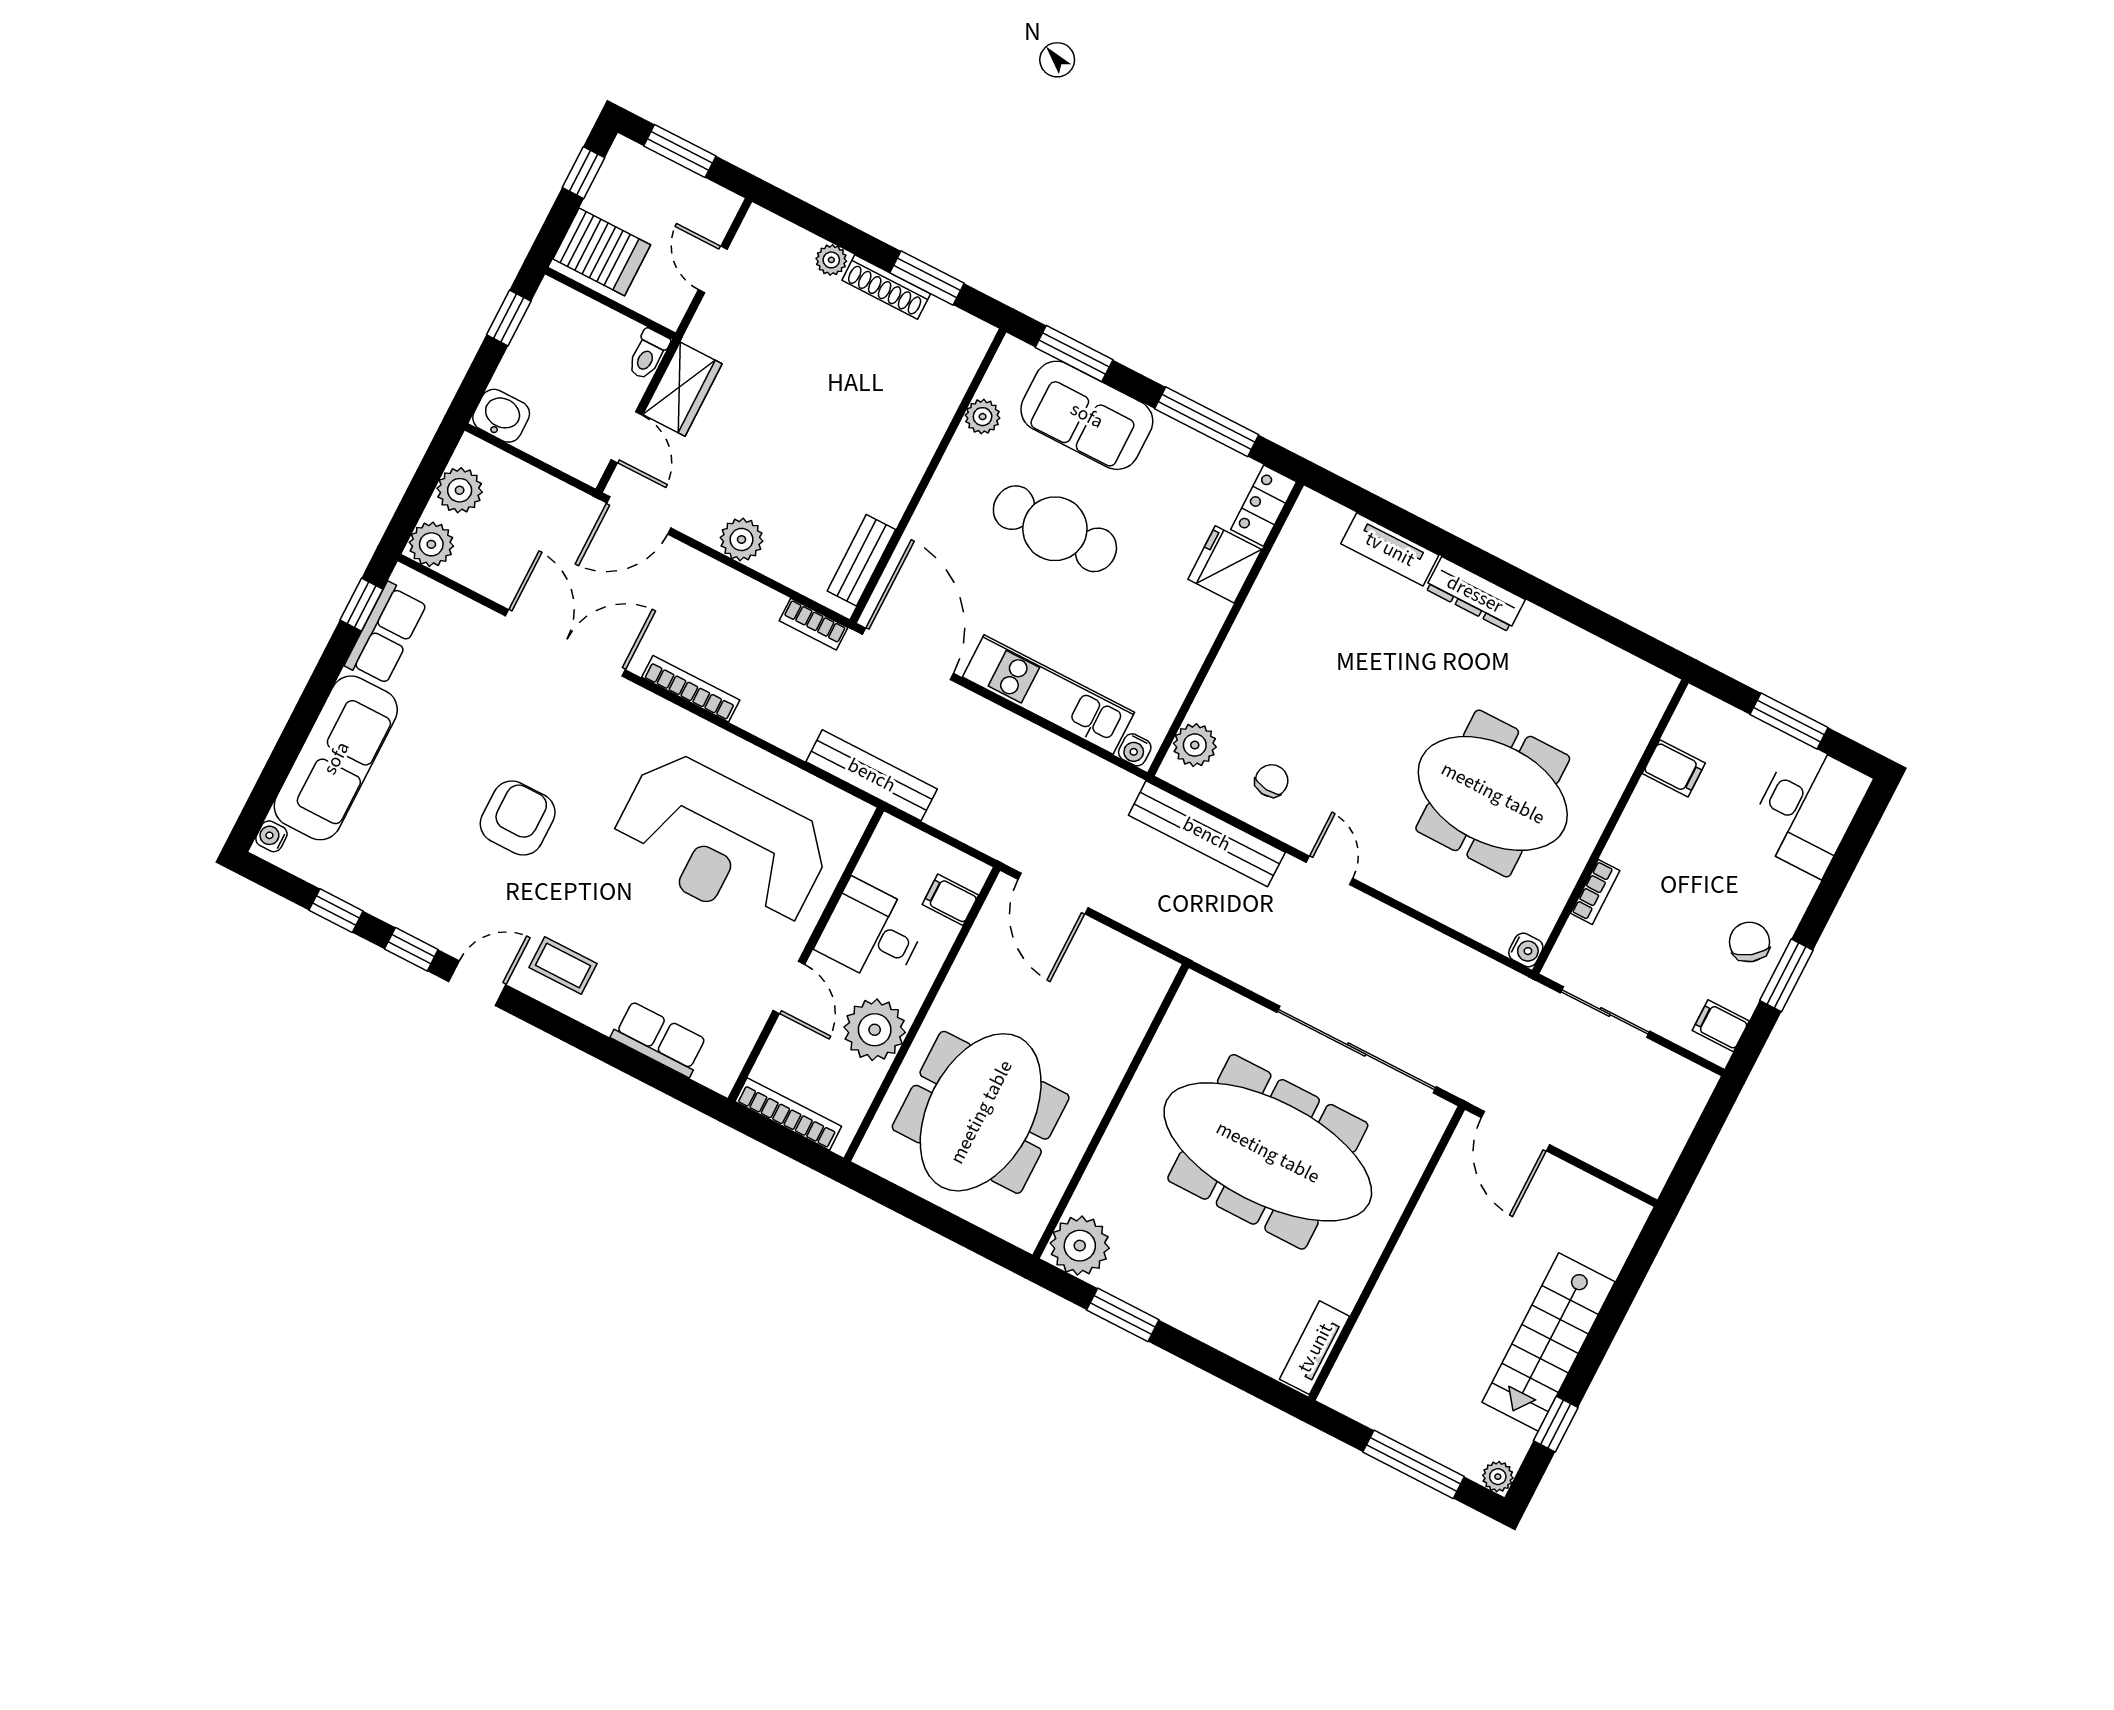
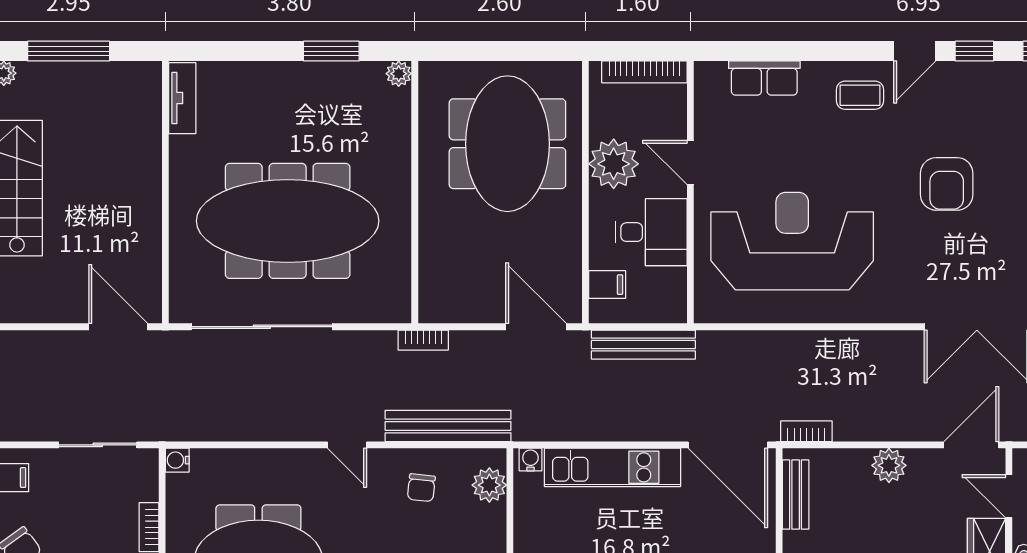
bookcase: (691, 689) -> (423, 340), moved, width x0.64
bench: (872, 775) -> (643, 345), moved
plant: (1080, 1246) -> (399, 74), width x0.53, depth x0.53

